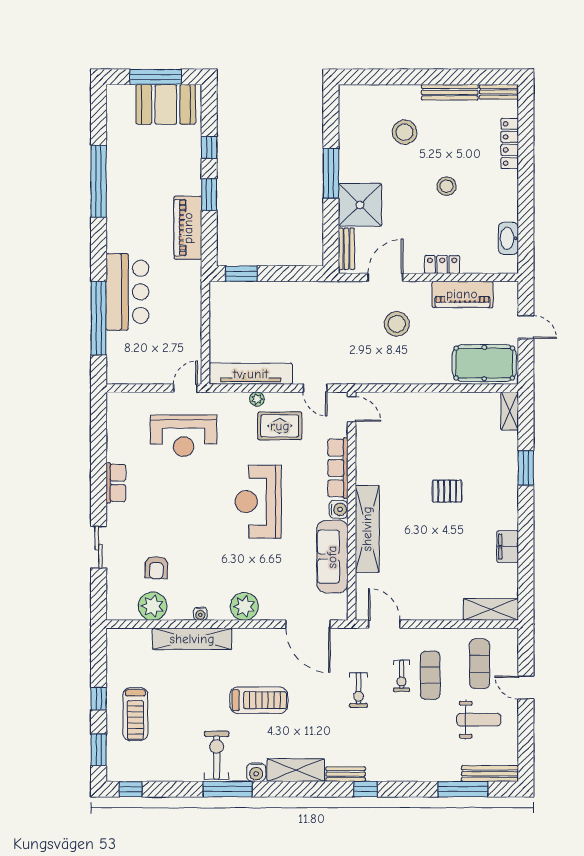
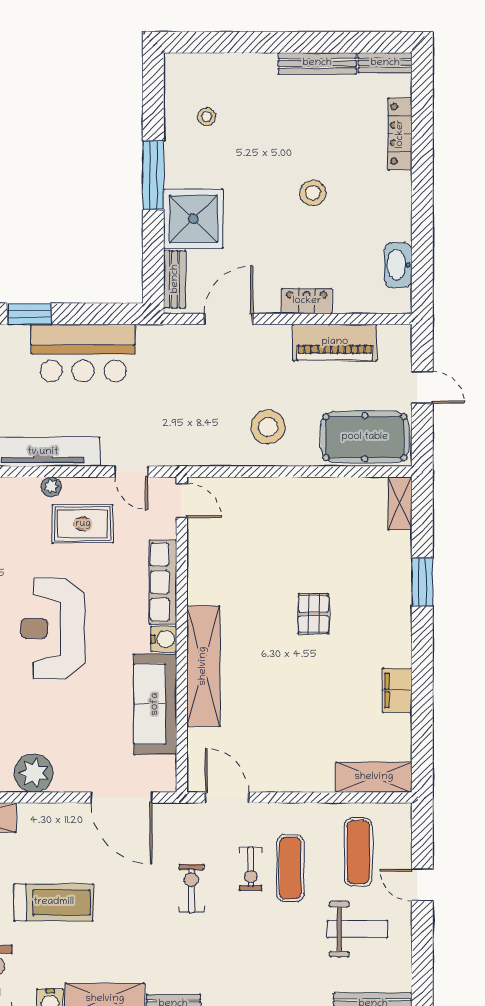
stool: (405, 132) -> (207, 117), moved, width x0.53, depth x0.53
bar counter: (280, 302) -> (83, 353), added
stool: (397, 324) -> (268, 427), moved
pallet: (447, 491) -> (313, 614), turned 90
exercise bike: (359, 690) -> (191, 888), turned 180

